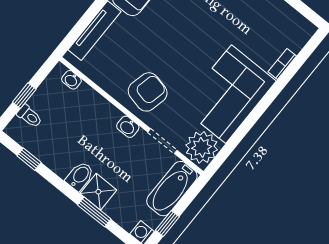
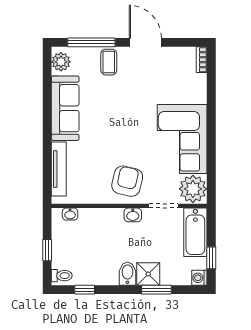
bookcase: (282, 64) -> (202, 60), moved
toilet: (30, 116) -> (62, 276), moved

